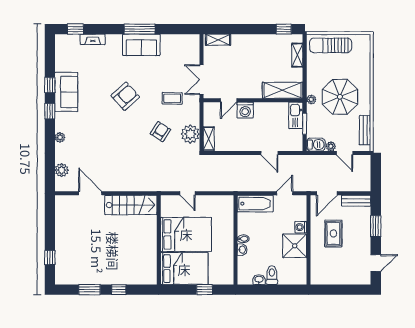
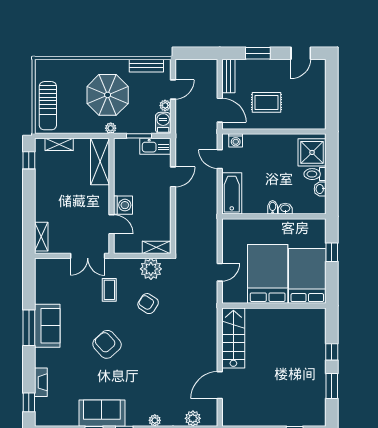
kitchen sink: (296, 115) -> (155, 146), moved
washing machine: (301, 227) -> (236, 140), moved
shower: (295, 246) -> (312, 152), moved
door: (376, 263) -> (301, 53), swing flipped

